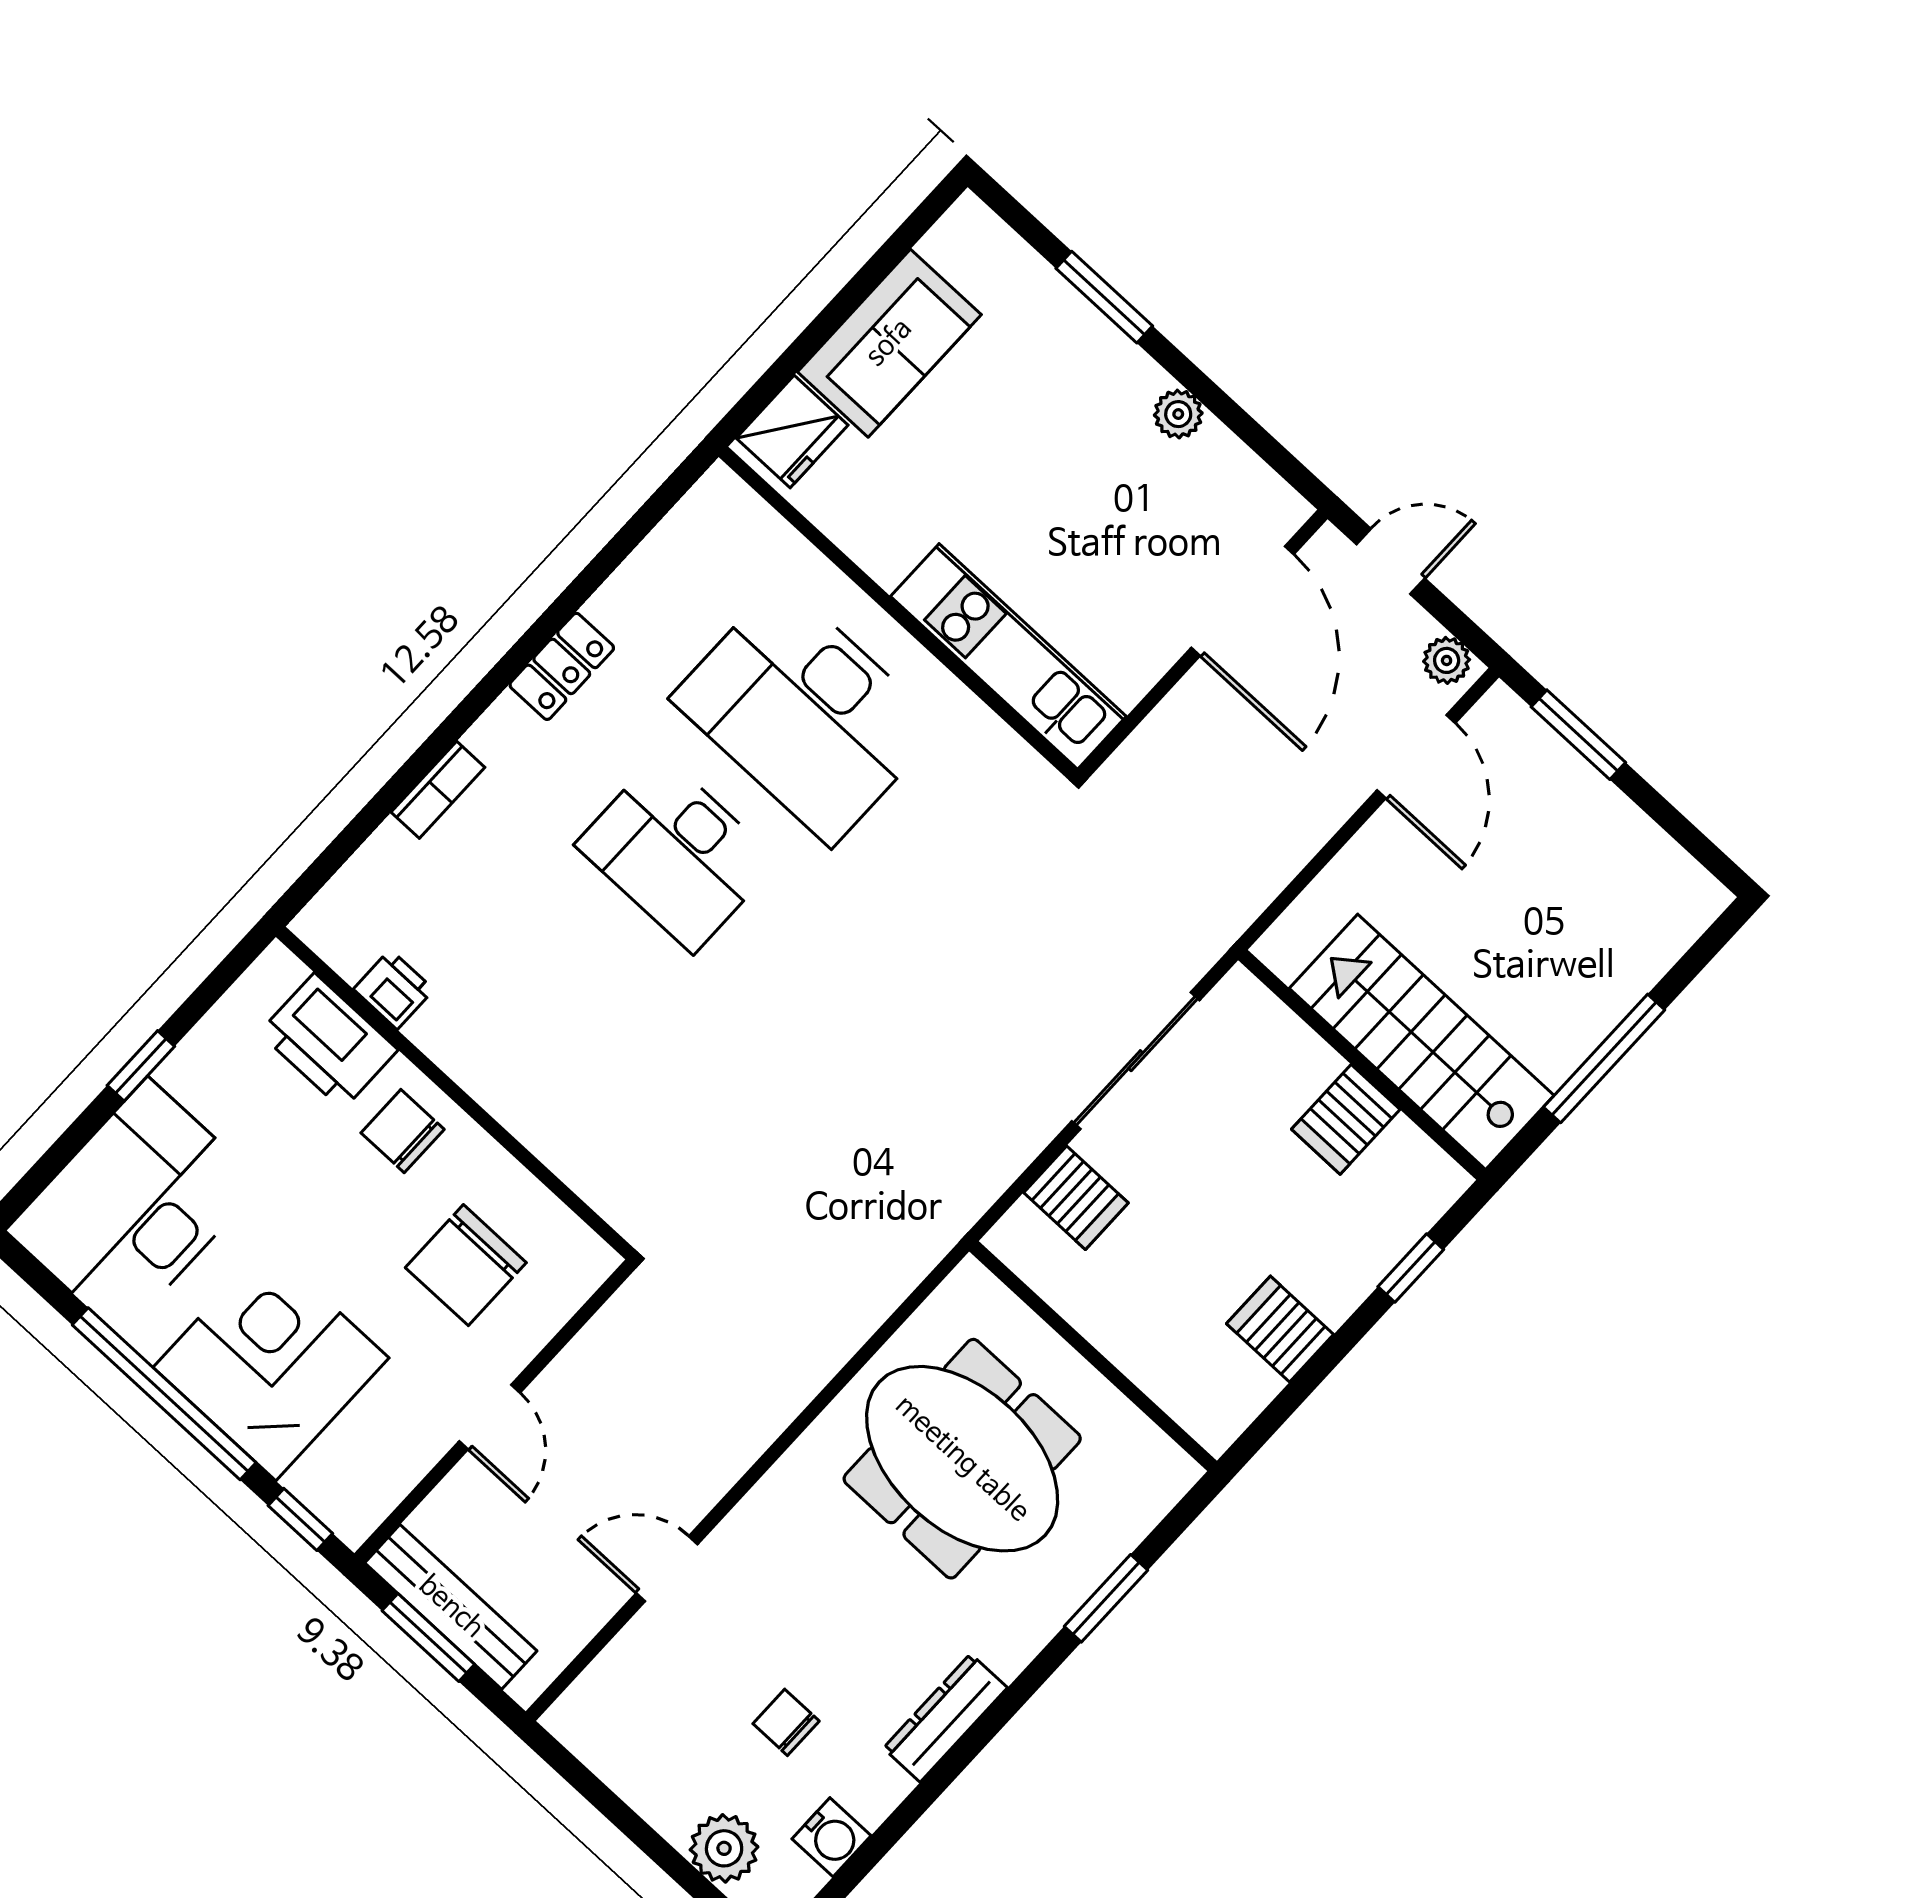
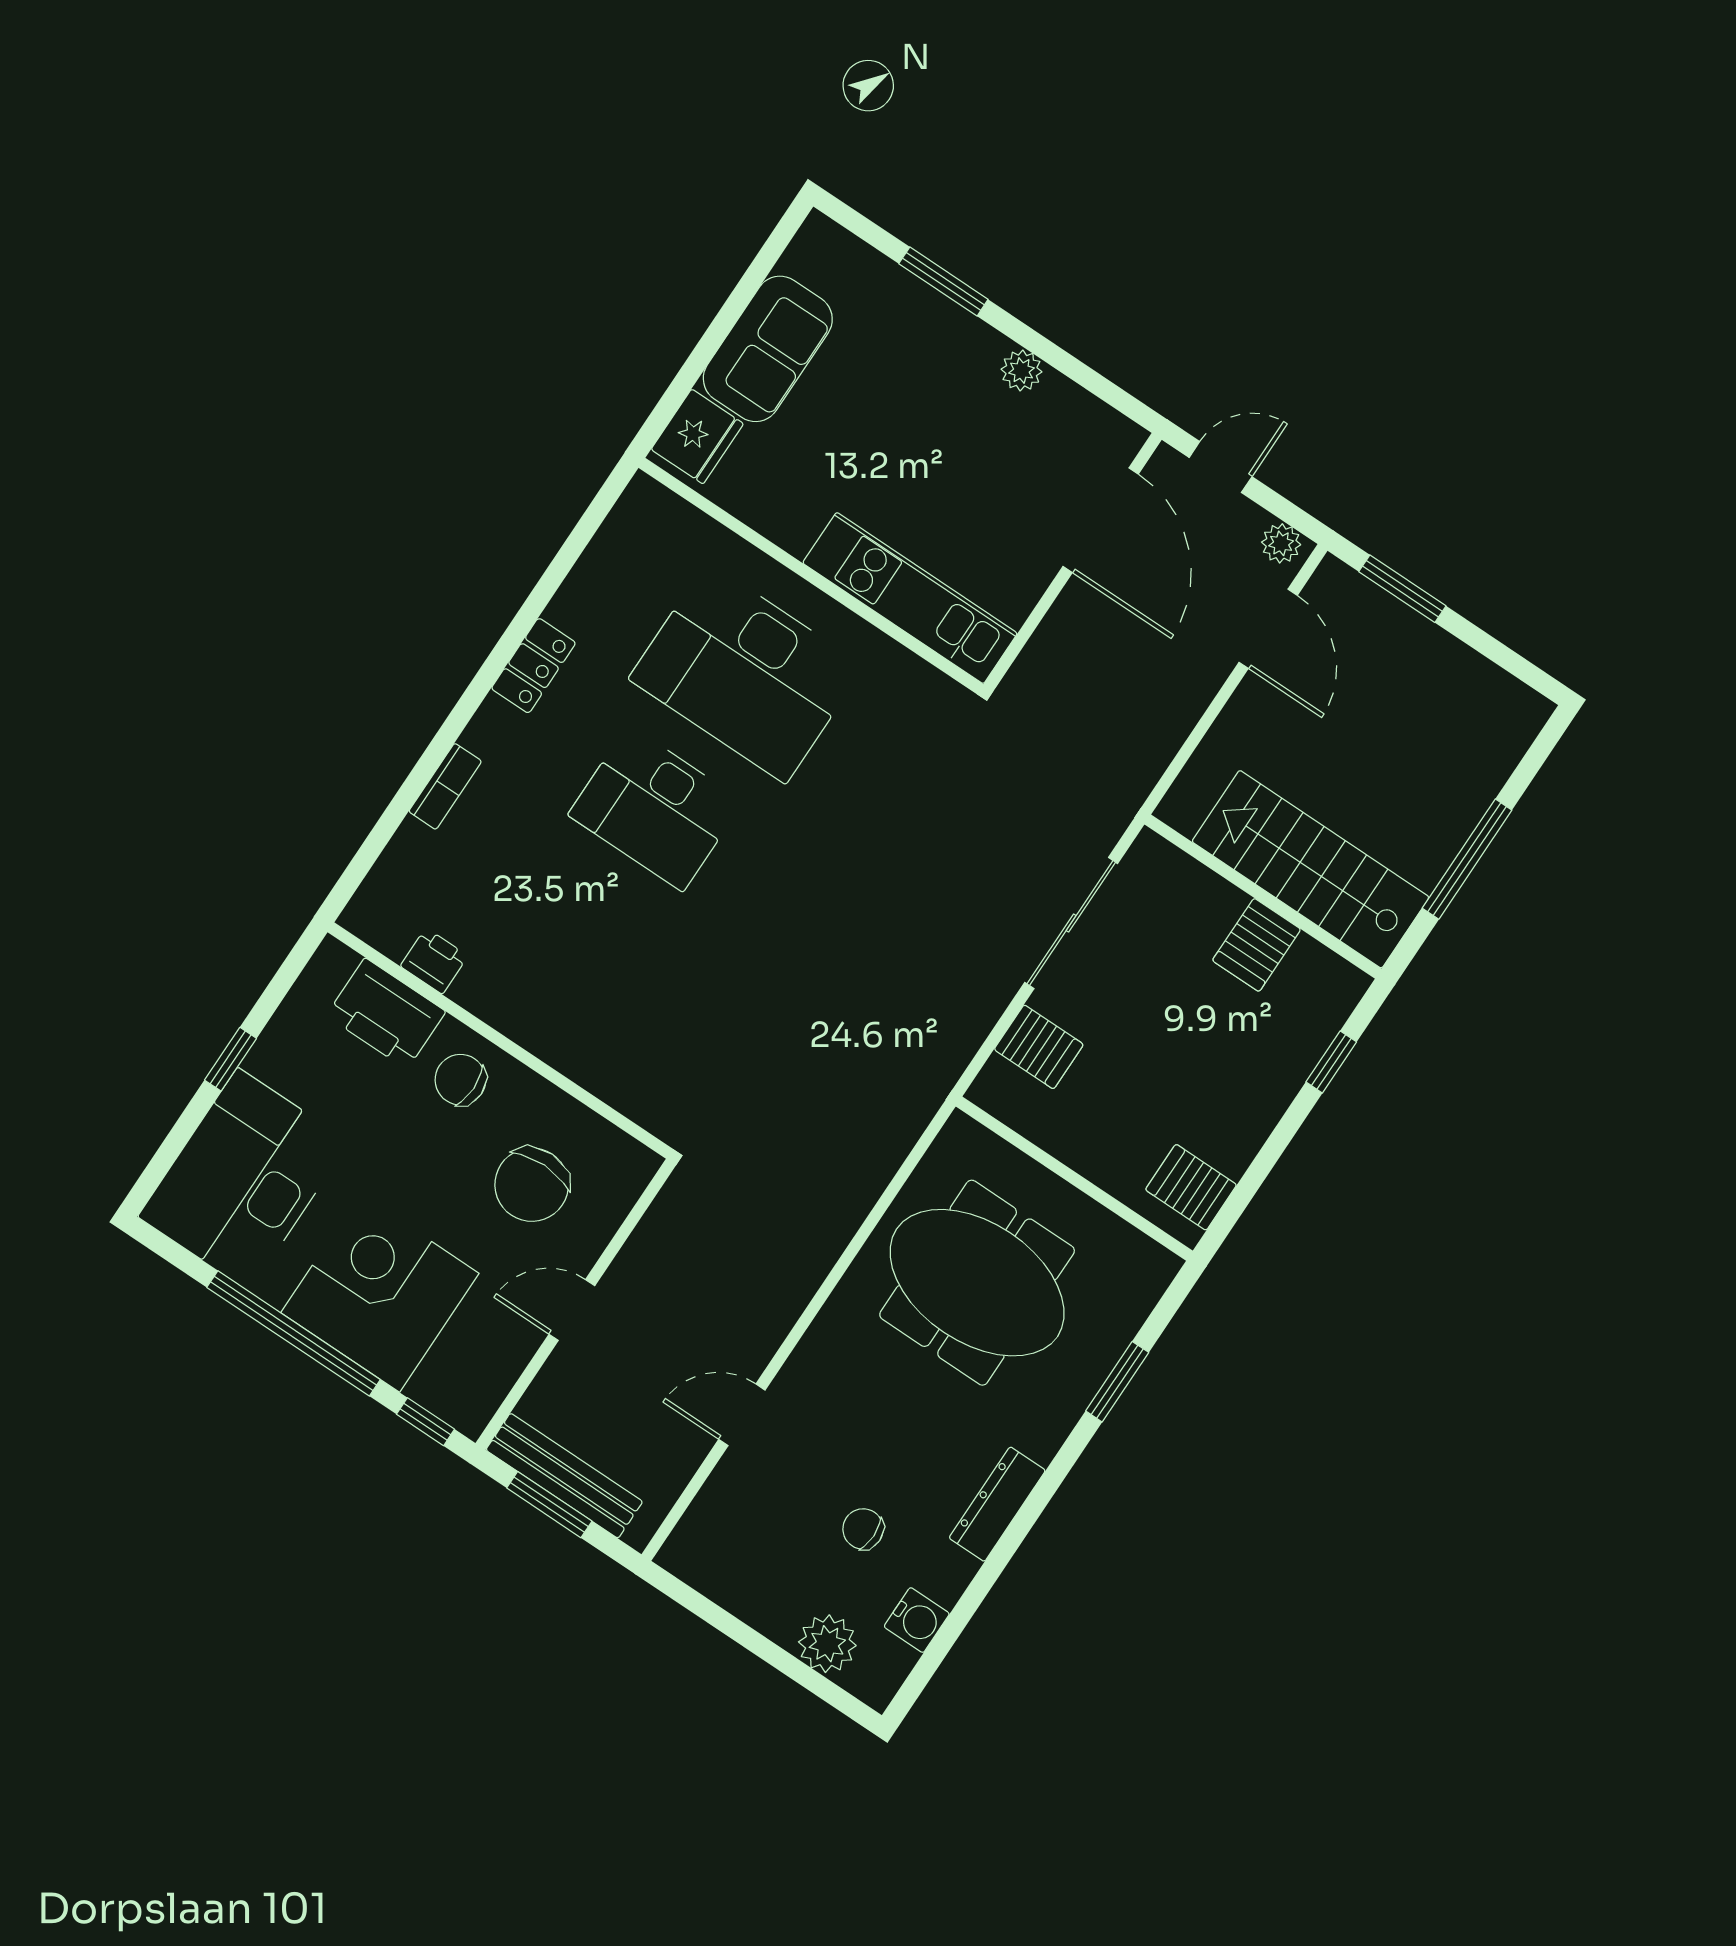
server rack: (1280, 1329) -> (1191, 1187), moved
door: (490, 1417) -> (572, 1310), swing flipped

